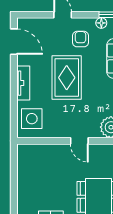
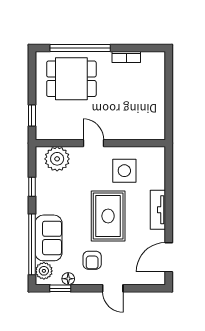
door: (14, 42) -> (169, 257), hinge flipped
side table: (32, 119) -> (124, 171), moved

